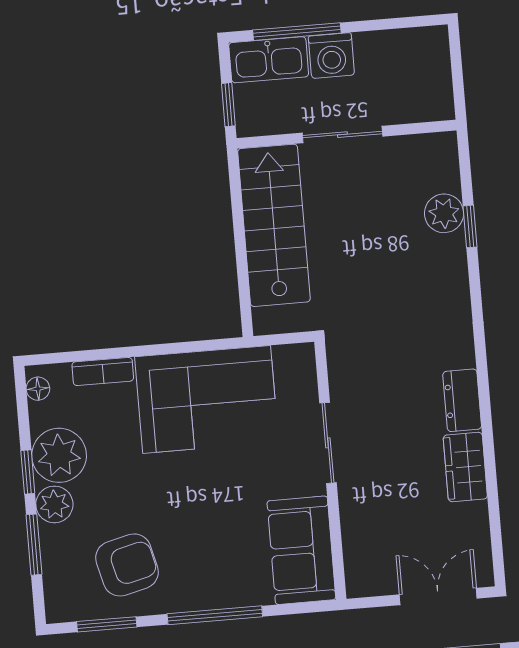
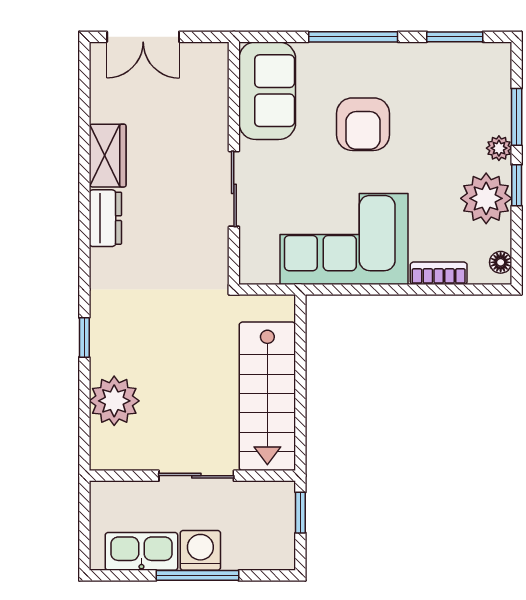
window: (297, 32) -> (197, 575), moved
kitchen sink: (269, 60) -> (141, 551), moved
plant: (444, 213) -> (114, 401), width x1.36, depth x1.36
window: (470, 226) -> (84, 337), moved
plant: (54, 504) -> (499, 148), width x0.73, depth x0.73
armchair: (127, 565) -> (363, 124), moved, turned -76

